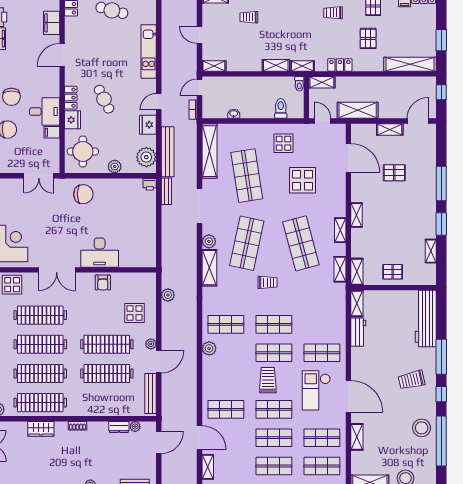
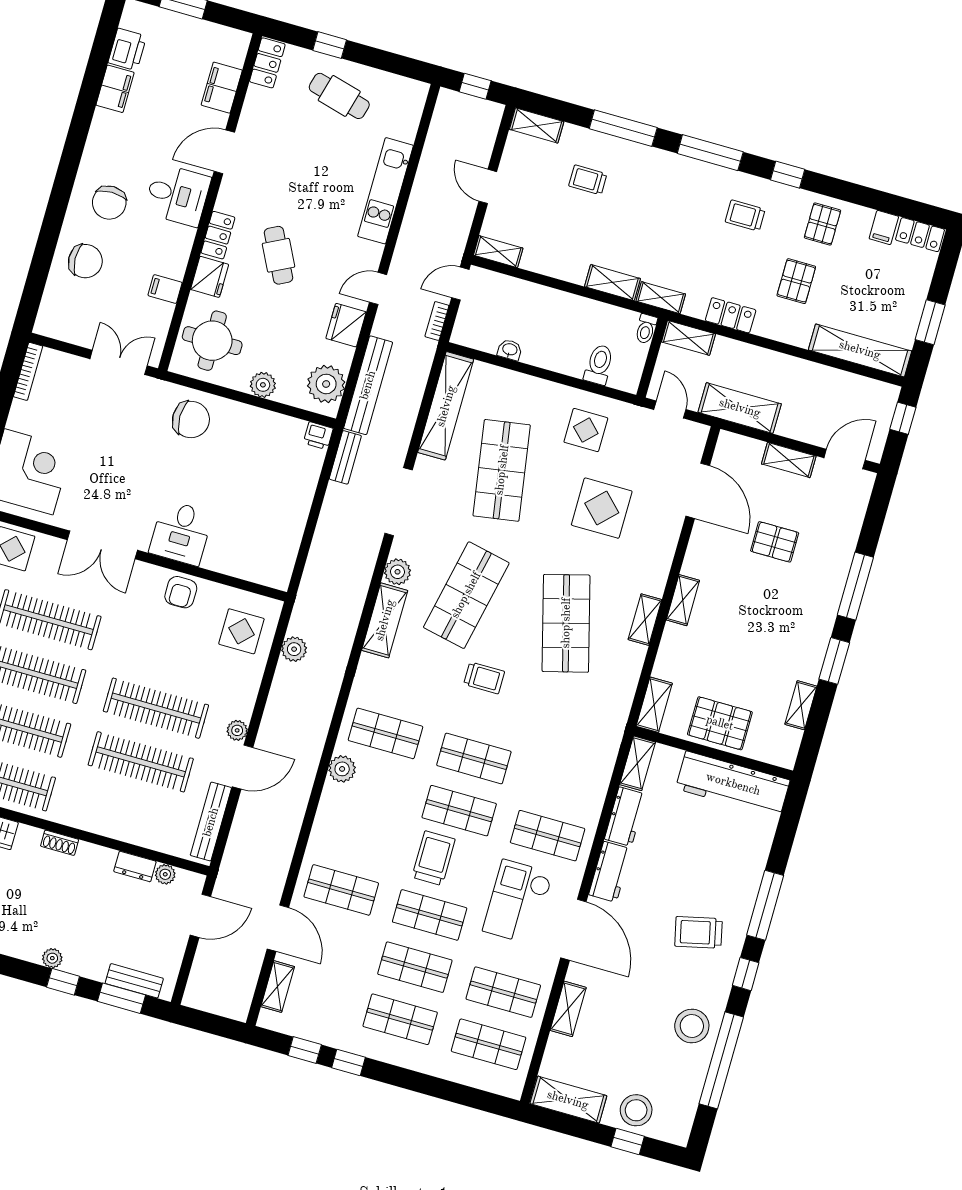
desk: (45, 112) -> (177, 195), moved
double door: (39, 176) -> (119, 362), swing flipped
desk: (100, 253) -> (181, 533), width x0.73
shelving: (340, 269) -> (624, 691), removed
pallet: (393, 272) -> (720, 723), width x1.50, depth x1.42
display table: (135, 313) -> (241, 631), moved
workbench: (426, 319) -> (733, 784), moved, turned -90
workbench: (358, 362) -> (610, 872), added

